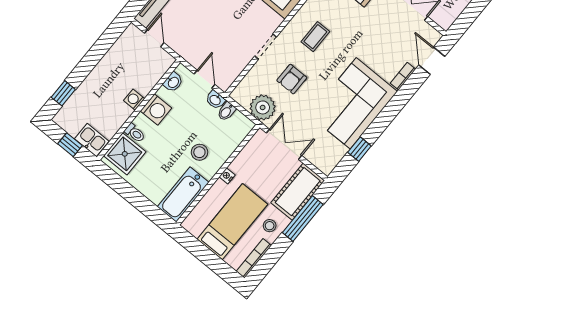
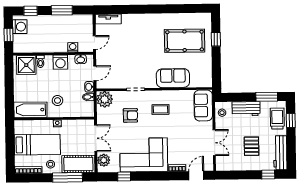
door: (154, 38) -> (94, 43), moved
window: (95, 55) -> (62, 10), added
armchair: (292, 79) -> (130, 115), turned 180
washing machine: (134, 100) -> (73, 47), moved
plant: (263, 107) -> (105, 99), moved
washing machine: (72, 122) -> (20, 27), added
kitchen sink: (92, 140) -> (20, 43), removed
plant: (319, 157) -> (104, 160), added

